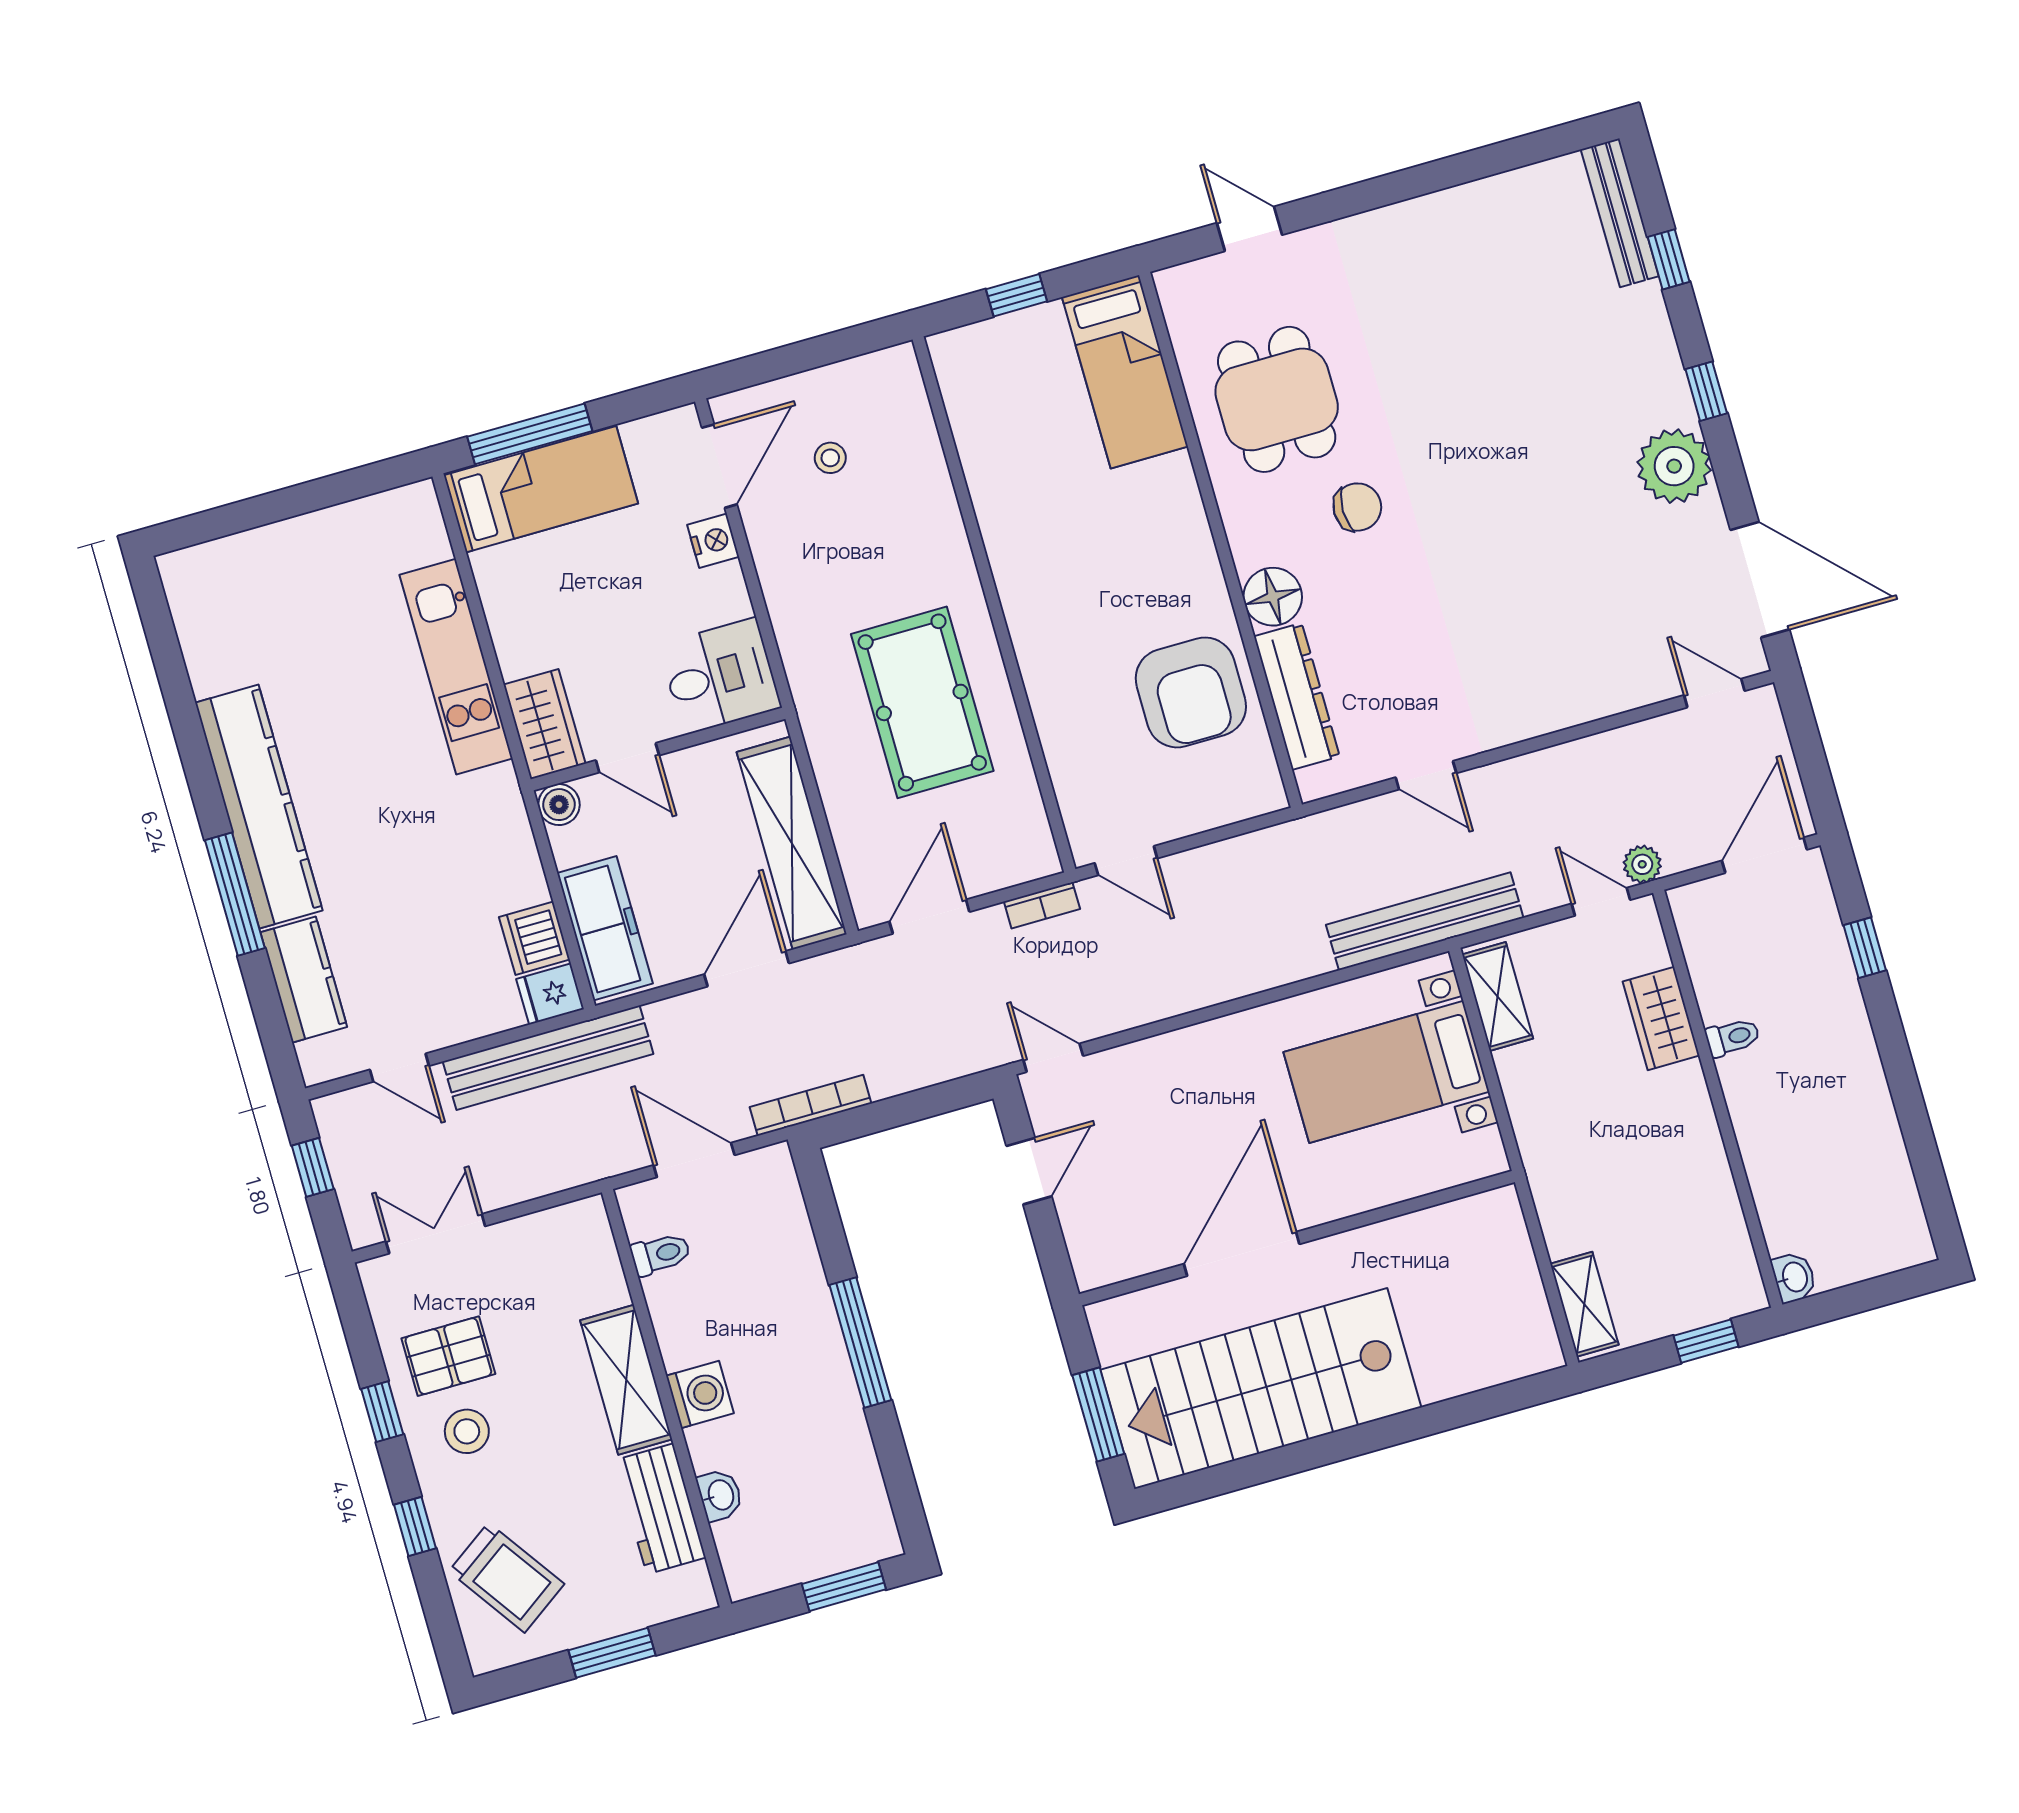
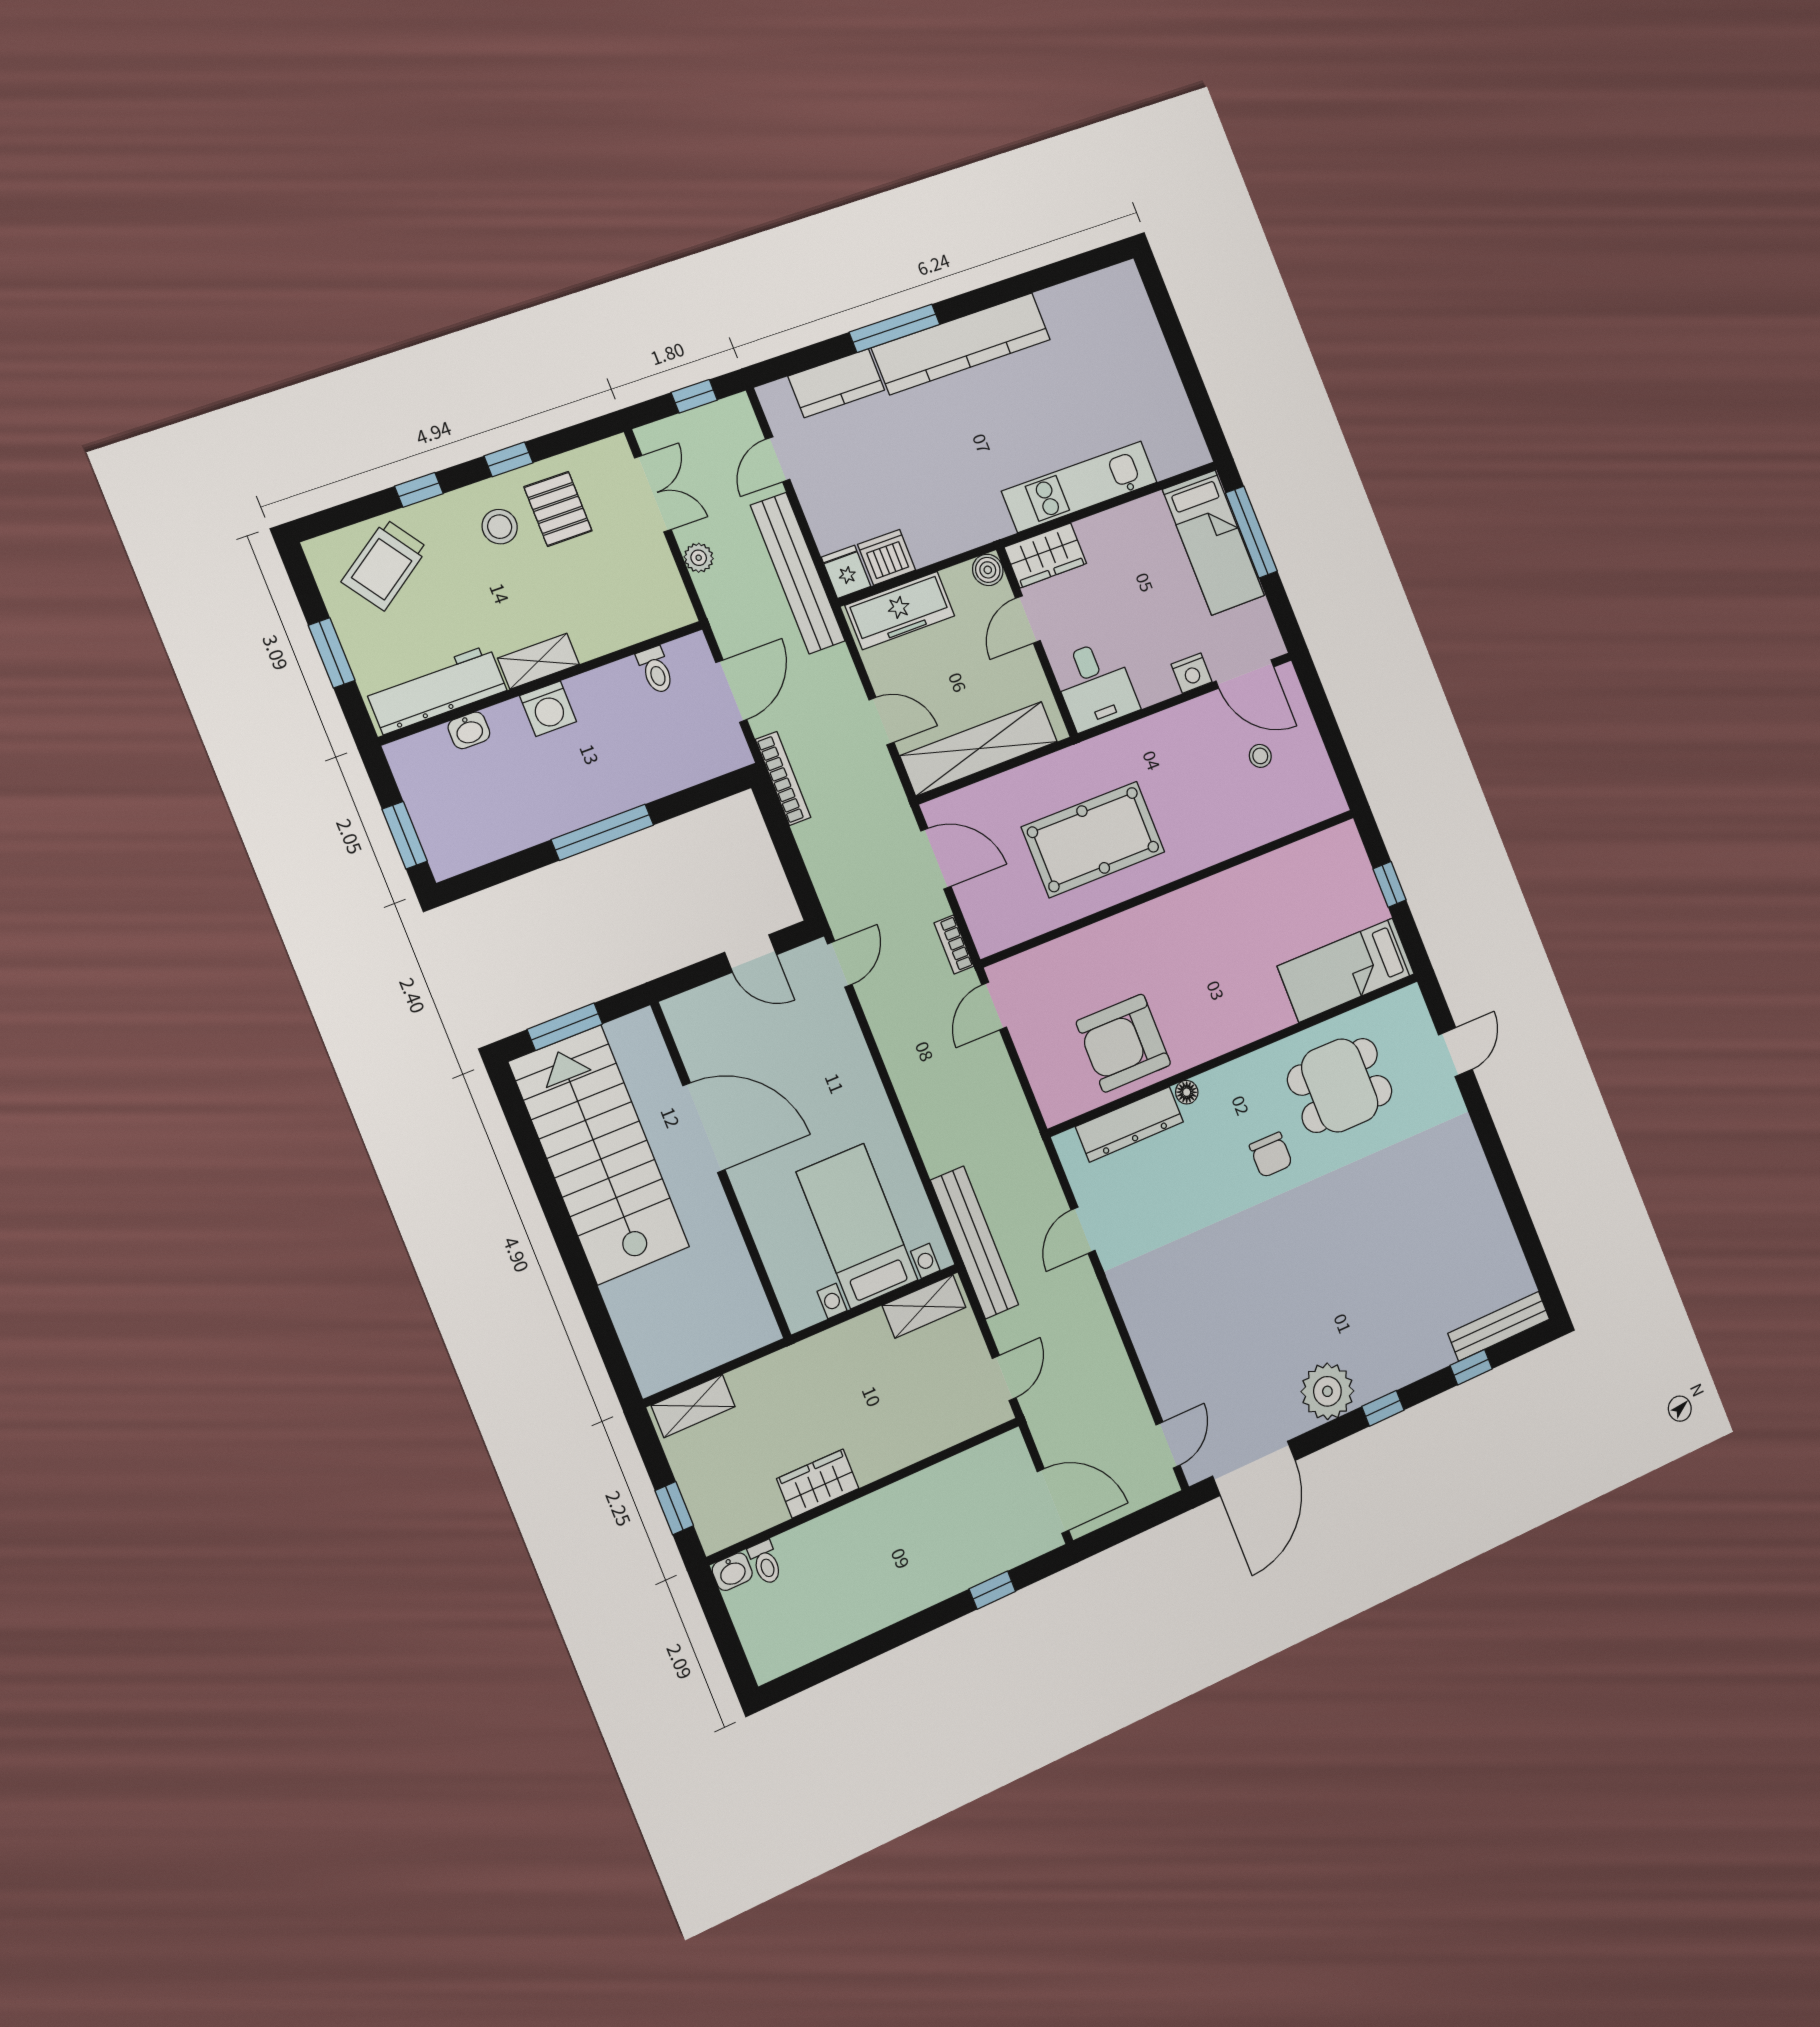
floor lamp: (1273, 597) -> (1187, 1092), width x0.53, depth x0.53
plant: (1642, 864) -> (699, 558), moved
door: (747, 969) -> (881, 721), width x0.73
wardrobe: (1661, 1019) -> (818, 1484), moved
toilet: (1733, 1037) -> (765, 1563), moved
shelving: (626, 1380) -> (538, 661), width x0.67, depth x0.75
workbench: (660, 1509) -> (436, 690), width x1.38

